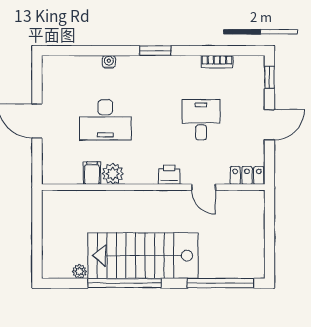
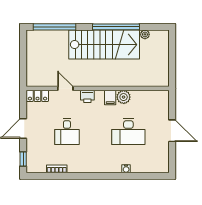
window: (155, 51) -> (96, 176), removed
desk: (105, 120) -> (128, 132), turned 180
filing cabinet: (92, 173) -> (110, 98), moved

